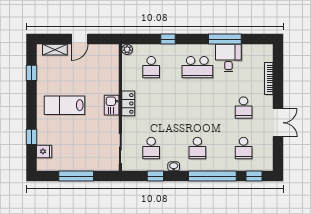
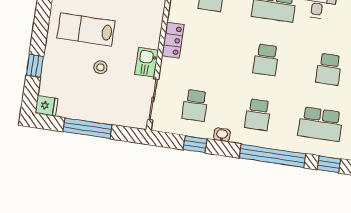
kitchen sink: (112, 105) -> (147, 62), moved
school desk: (197, 108) -> (266, 60), added
stool: (79, 131) -> (100, 67), added
school desk: (244, 148) -> (320, 124), width x1.85
fridge: (44, 151) -> (46, 106), moved

